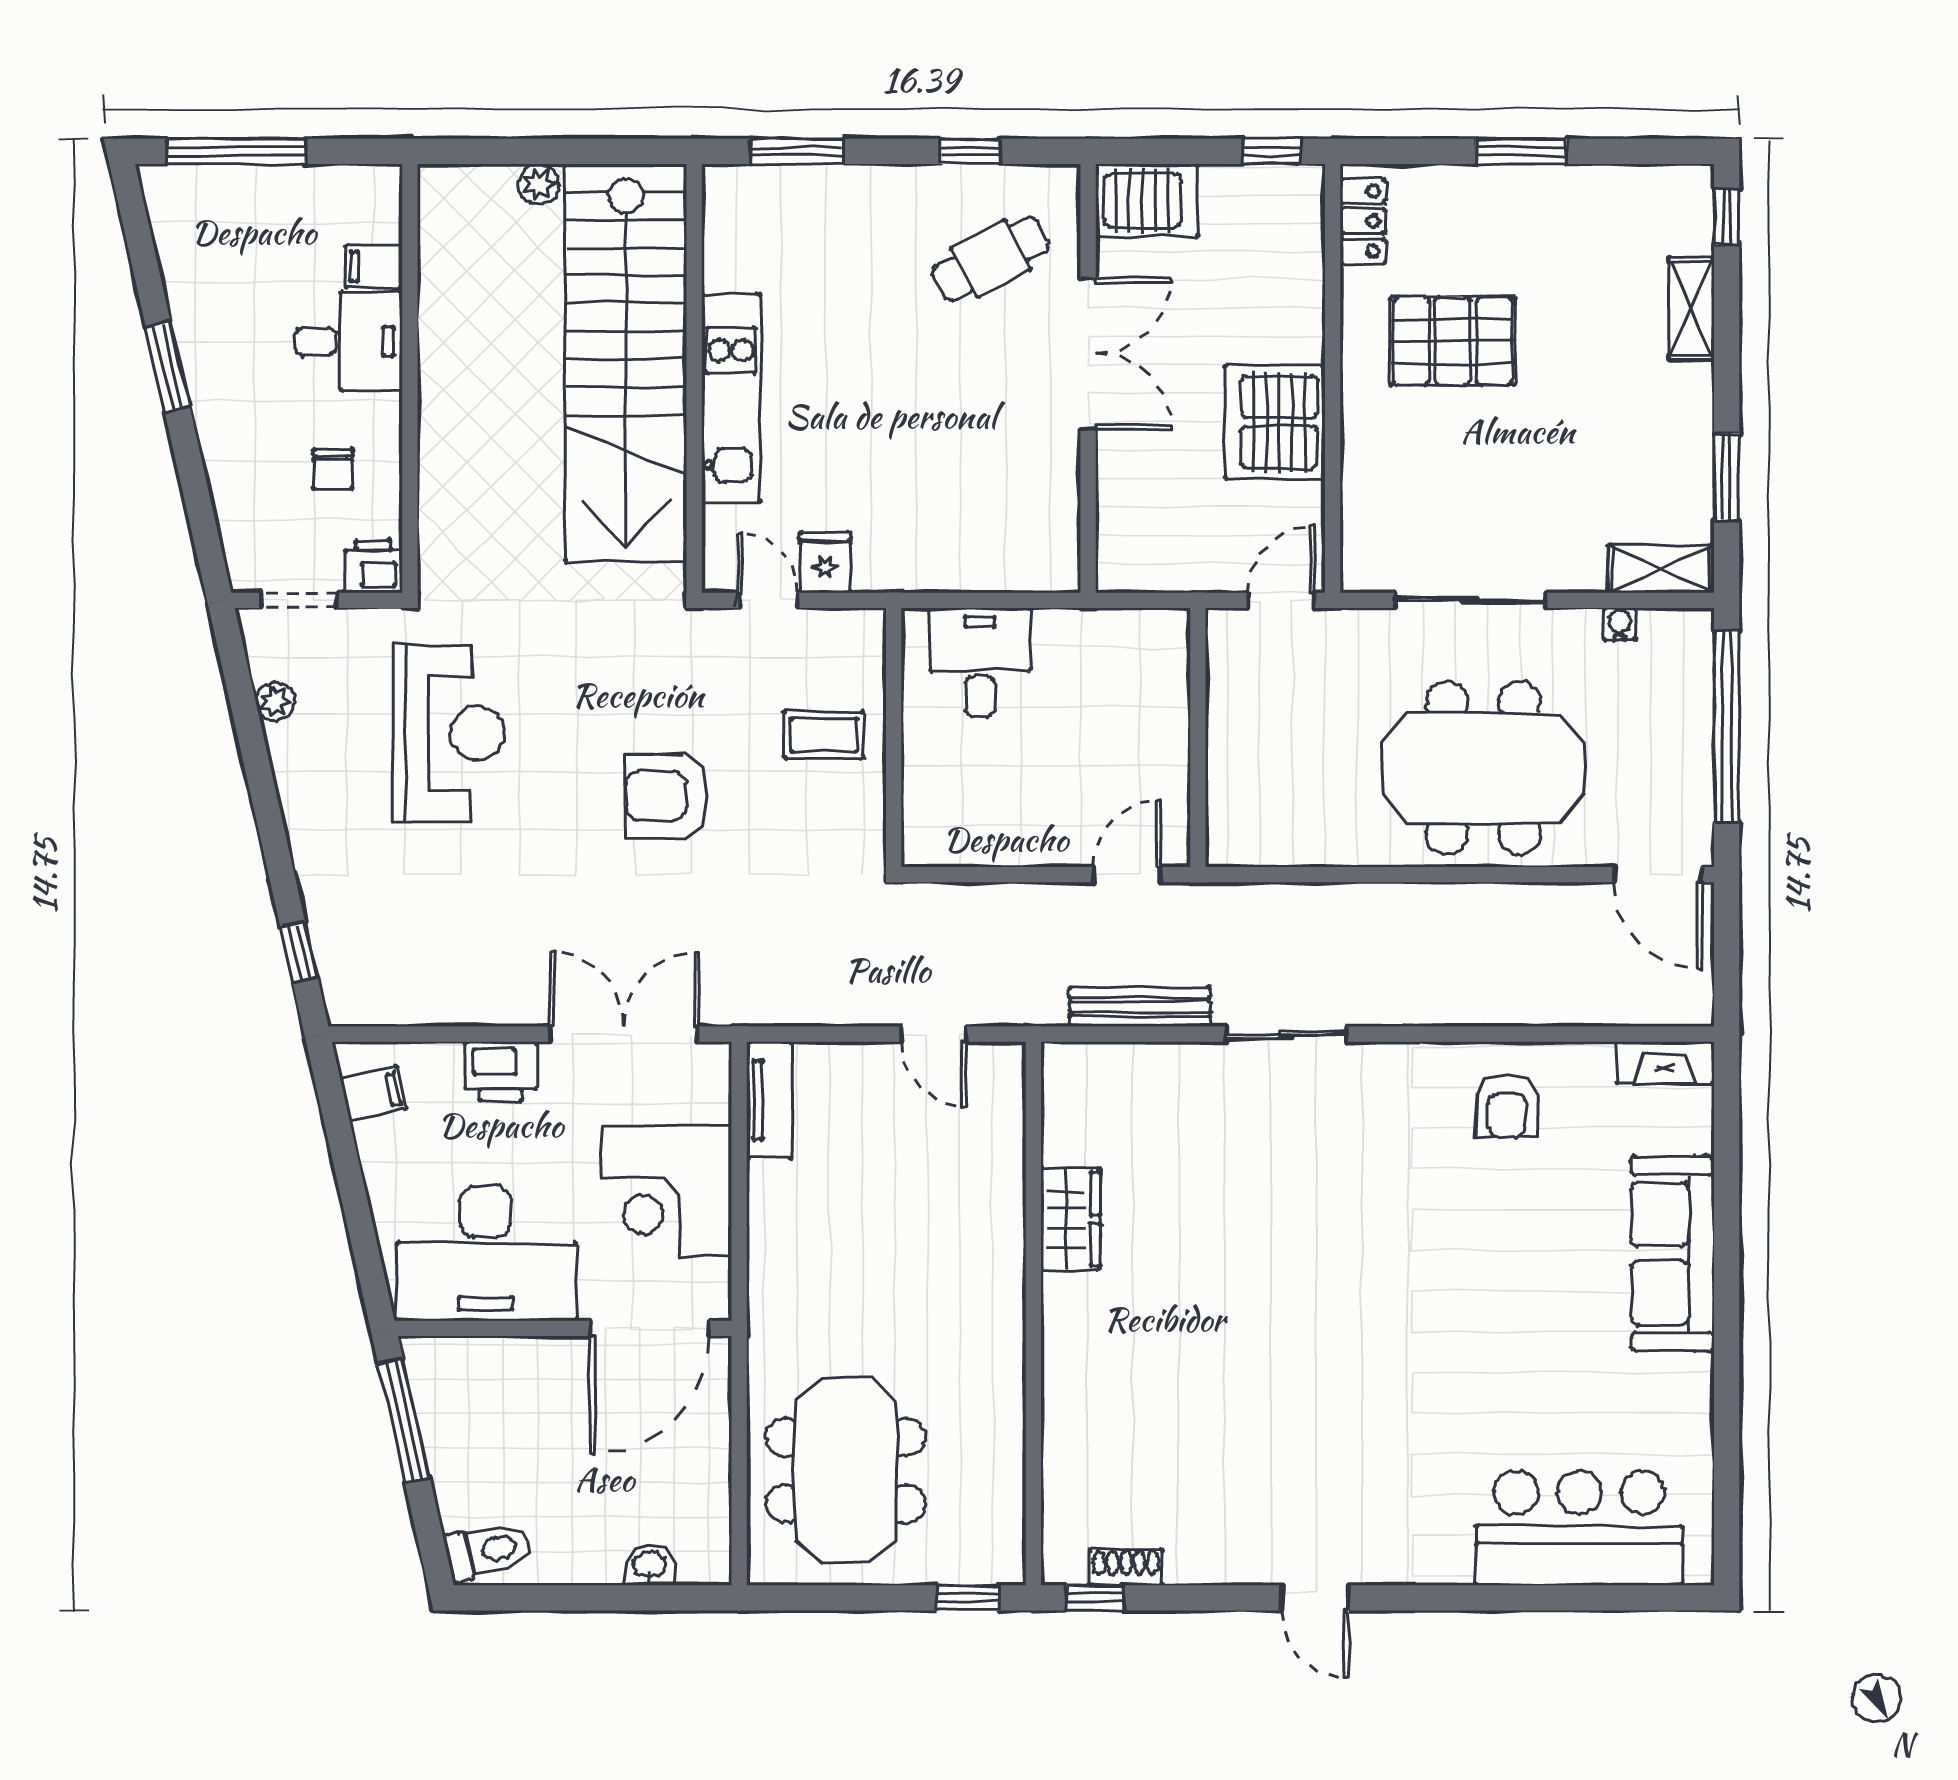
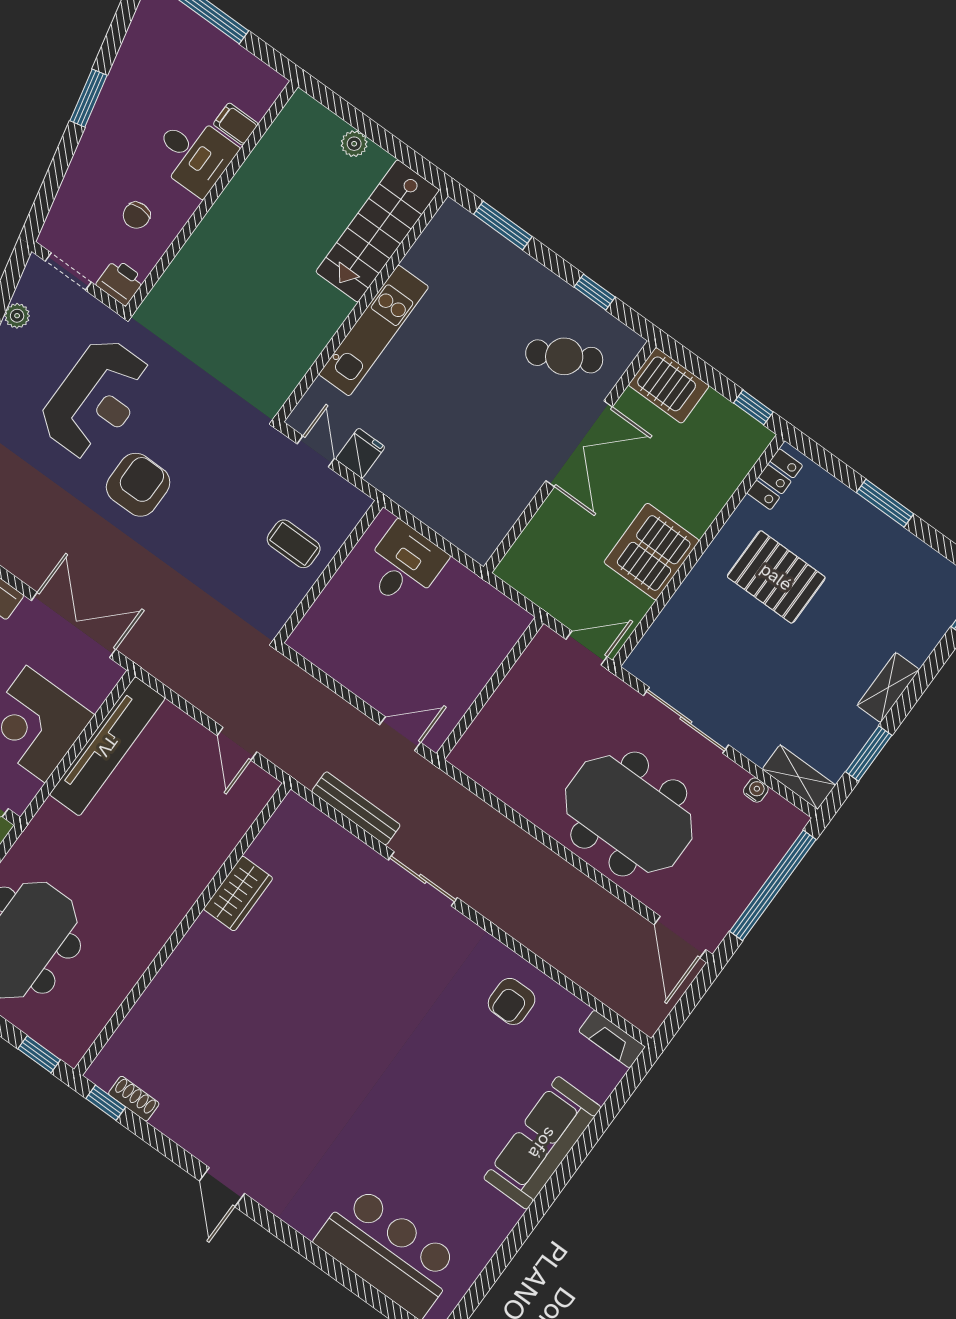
shelving: (1691, 308) -> (888, 687), moved
stairs: (626, 363) -> (378, 231), width x0.54, depth x0.66
armchair: (667, 796) -> (138, 485), moved, turned 90
tv unit: (769, 1100) -> (107, 746), width x1.92, depth x1.29

